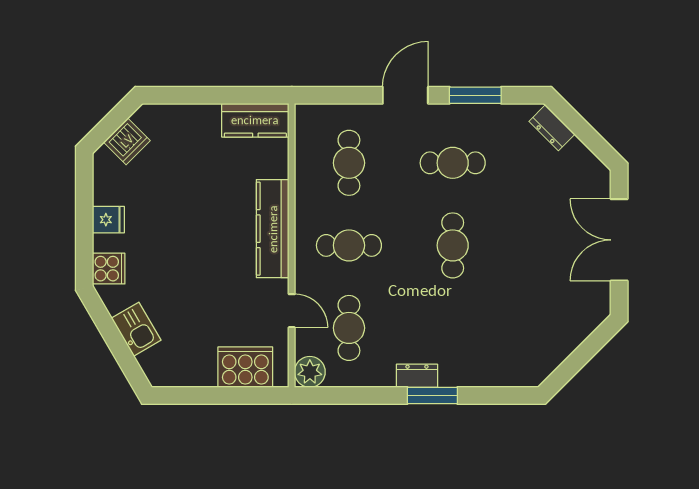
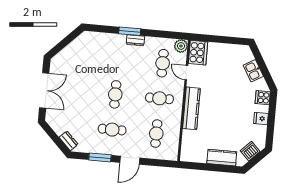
kitchen counter: (255, 120) -> (222, 158), moved
cooker: (245, 367) -> (198, 53), moved, turned -90

